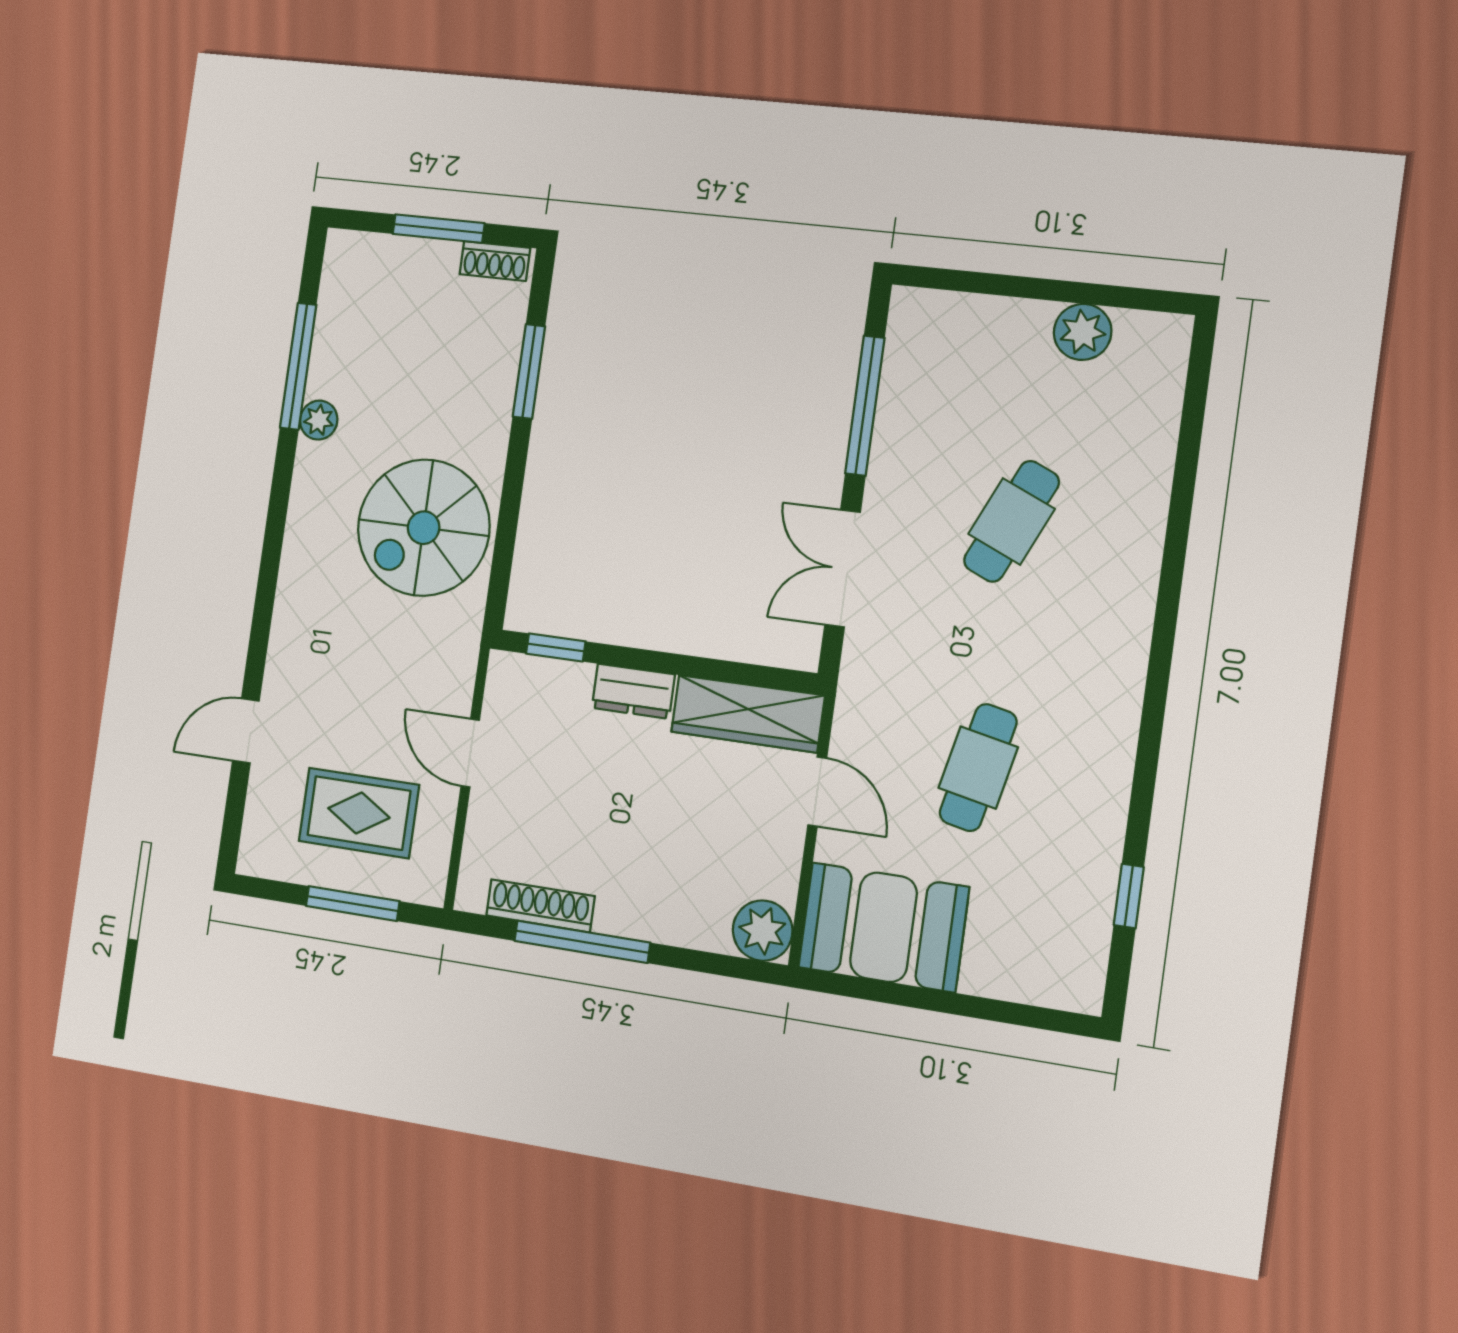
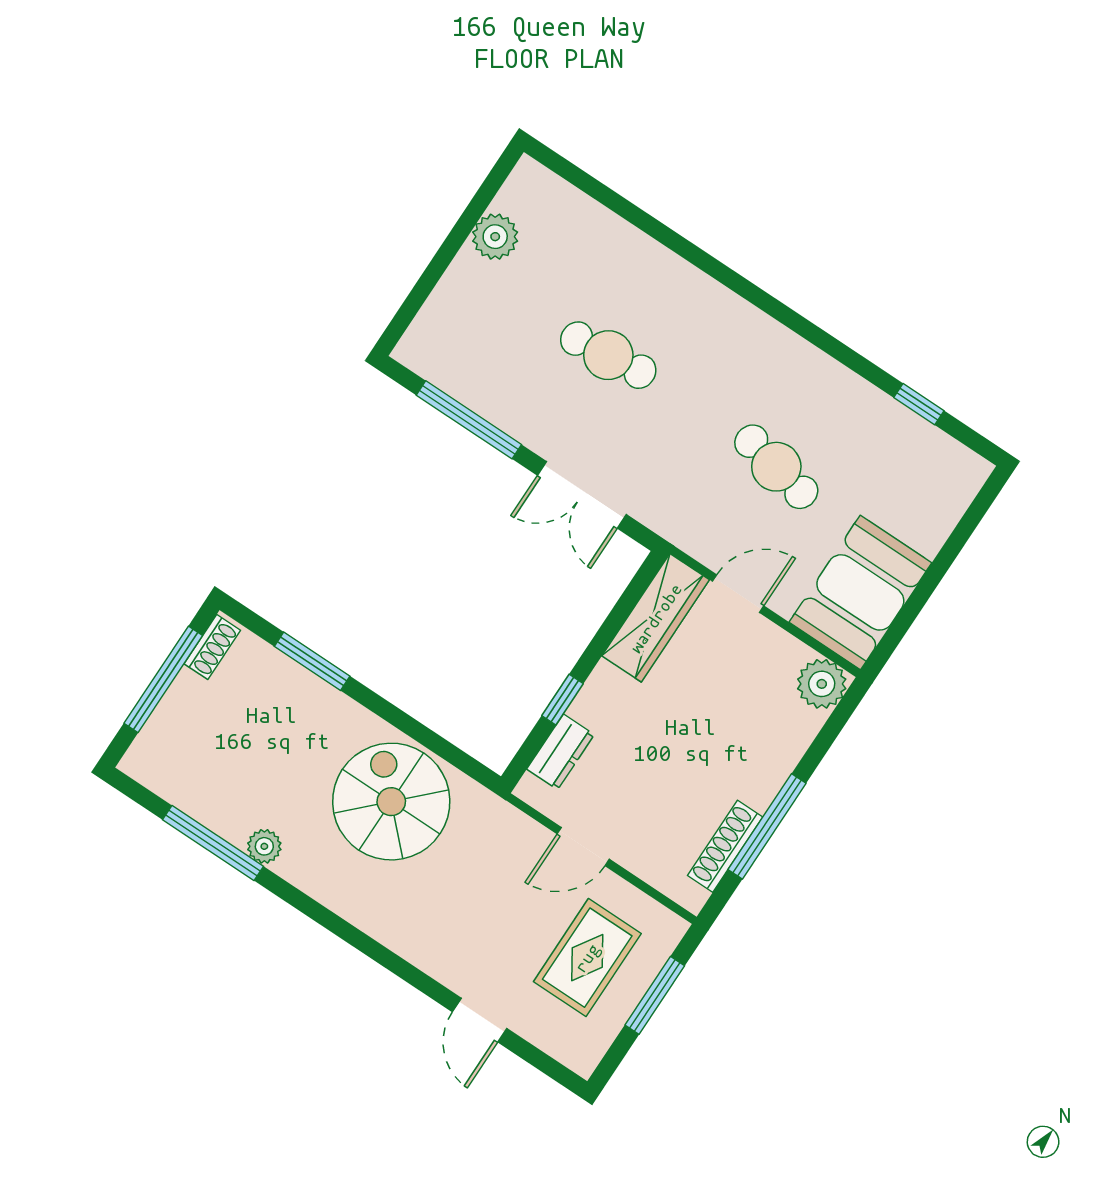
window: (439, 229) -> (163, 679), width x1.44
cafe table: (1011, 521) -> (608, 355), turned -30
spiral stairs: (424, 528) -> (391, 802), turned 180
window: (556, 647) -> (562, 700), moved
dresser: (633, 691) -> (560, 752), moved

